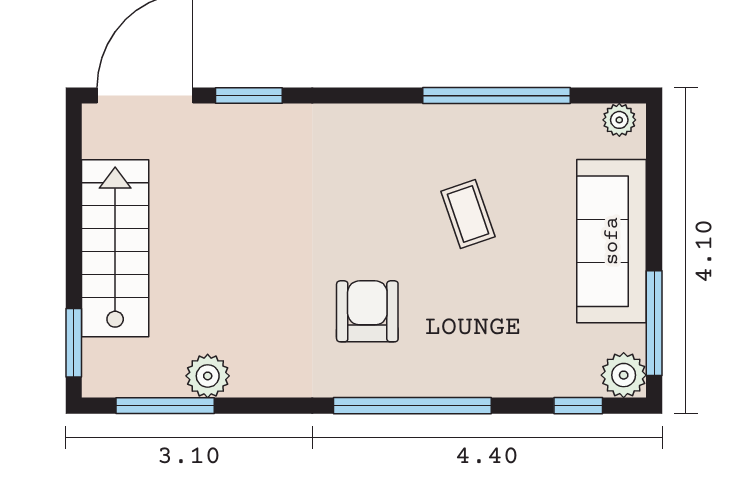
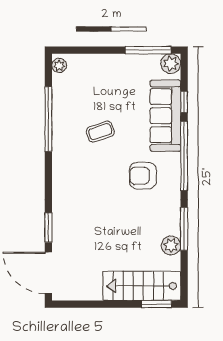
sofa: (612, 241) -> (165, 116), moved, turned 90
stairs: (115, 248) -> (142, 286), moved
window: (165, 406) -> (184, 229), moved
window: (578, 406) -> (184, 102), moved

